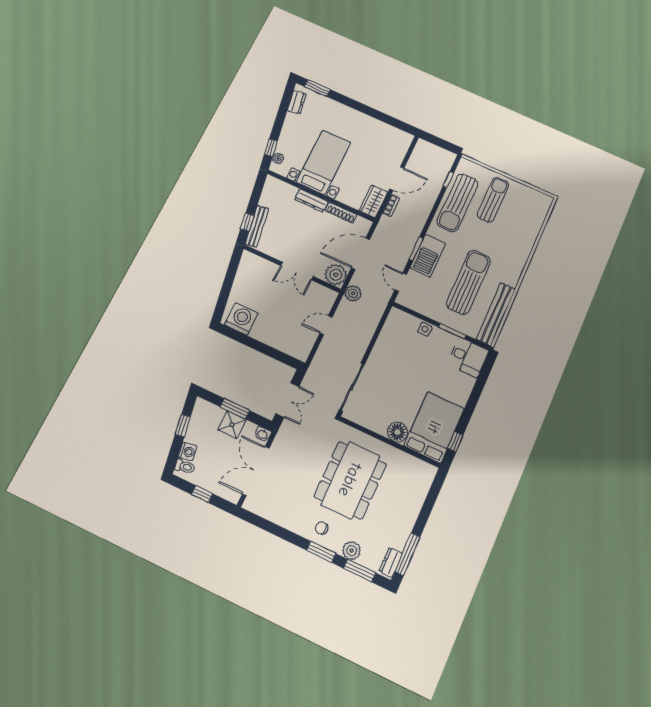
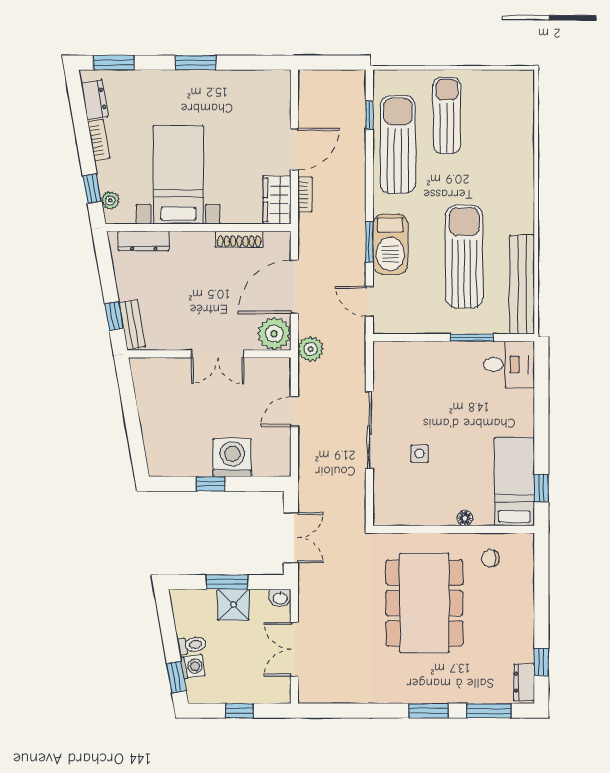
window: (363, 108) -> (196, 63), added
bookcase: (288, 124) -> (99, 140), added
dresser: (311, 200) -> (144, 241), moved
sun lounger: (458, 203) -> (398, 144), turned 180
bench: (257, 226) -> (132, 325), width x0.73
washing machine: (241, 319) -> (232, 458), moved
side table: (425, 329) -> (419, 454), moved
window: (255, 344) -> (211, 484), added
sliding door: (352, 387) -> (369, 430), moved
window: (183, 425) -> (176, 677), moved
bed: (434, 427) -> (514, 482), width x0.67
floor lamp: (397, 432) -> (465, 518), width x0.53, depth x0.53
toilet: (185, 467) -> (192, 645), moved
double door: (256, 471) -> (294, 649), width x0.73
chair: (322, 528) -> (490, 558), moved
plant: (352, 551) -> (467, 691), removed
window: (407, 554) -> (541, 662), width x0.46

